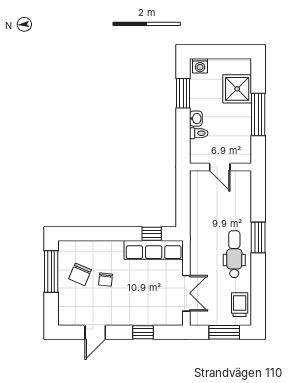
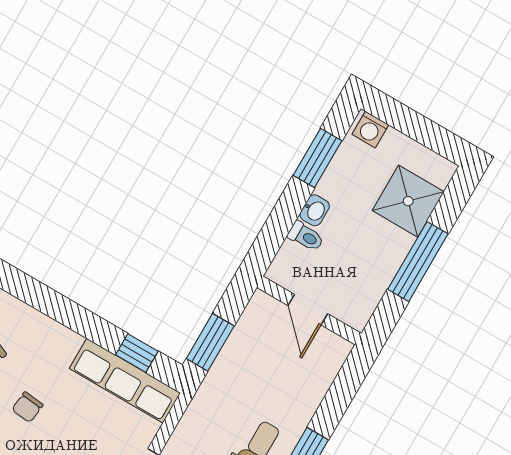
window: (183, 209) -> (210, 342), added
chair: (105, 280) -> (27, 407), moved

